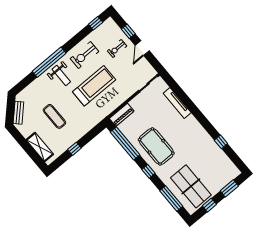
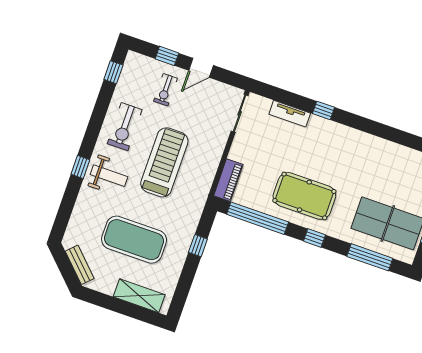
door: (142, 48) -> (201, 68), hinge flipped
window: (49, 62) -> (80, 167), width x0.32
tv unit: (177, 103) -> (290, 114), width x0.71
exercise mat: (54, 116) -> (134, 240), width x2.00, depth x1.45
window: (221, 142) -> (324, 110), moved
window: (74, 149) -> (198, 246), moved

